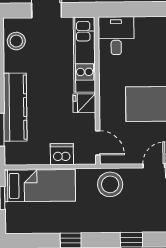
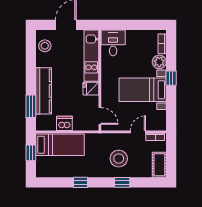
dishwasher: (62, 154) -> (64, 123), moved
stool: (110, 184) -> (119, 159), moved

